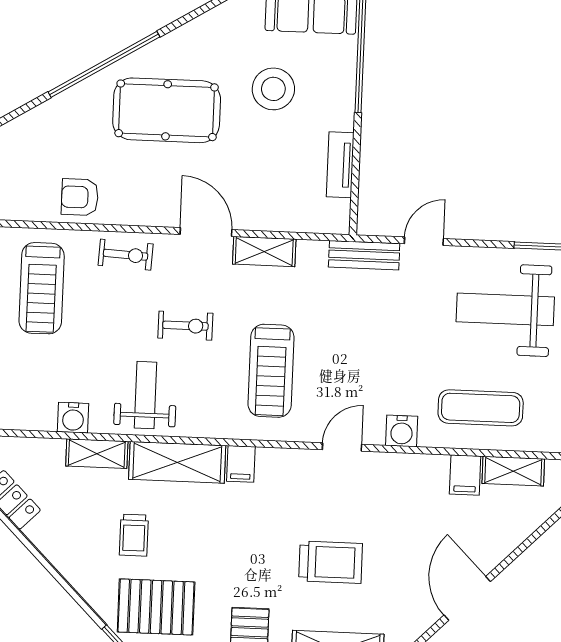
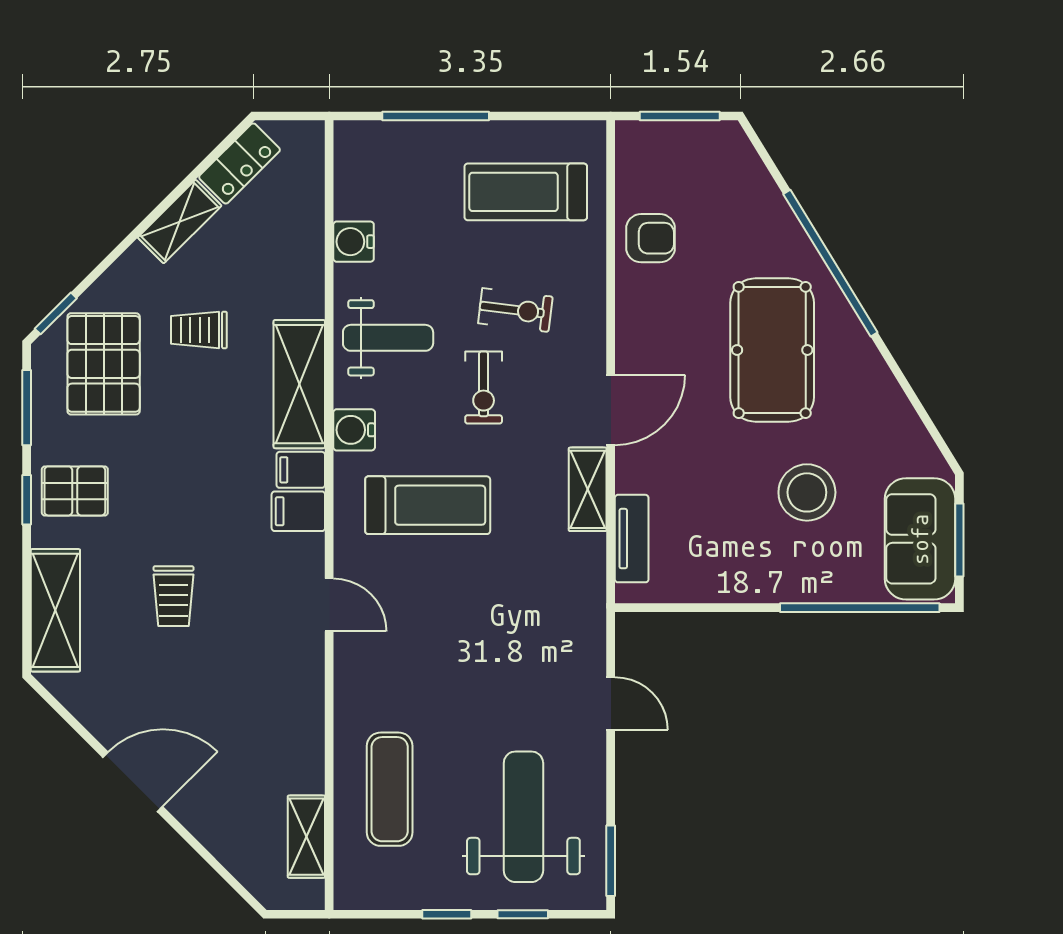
tv unit: (340, 165) -> (632, 539), moved, turned 90
armchair: (80, 197) -> (651, 238), turned 90
exercise bike: (126, 255) -> (515, 310), moved, turned -86
bench: (364, 255) -> (588, 624), removed
treadmill: (271, 371) -> (428, 505), turned 180
water cooler: (402, 431) -> (354, 430), moved
shelving: (97, 454) -> (180, 222), moved, turned 45
filing cabinet: (465, 475) -> (298, 511), moved
trolley: (331, 562) -> (174, 596), width x0.73, depth x0.72

